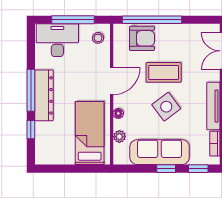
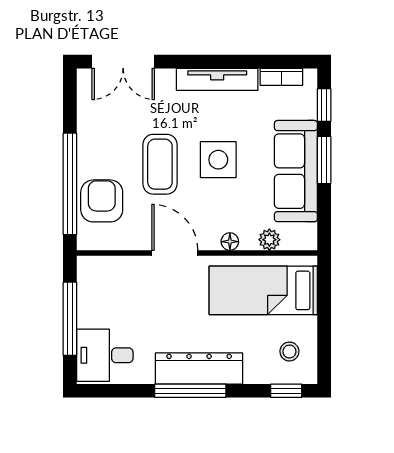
stool: (98, 38) -> (289, 352), moved
desk: (57, 40) -> (105, 355), width x0.73
side table: (166, 107) -> (218, 160), turned 37
window: (31, 130) -> (286, 391), moved
window: (166, 169) -> (324, 160), width x1.50

